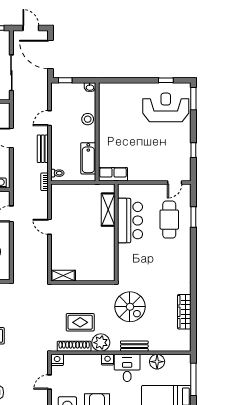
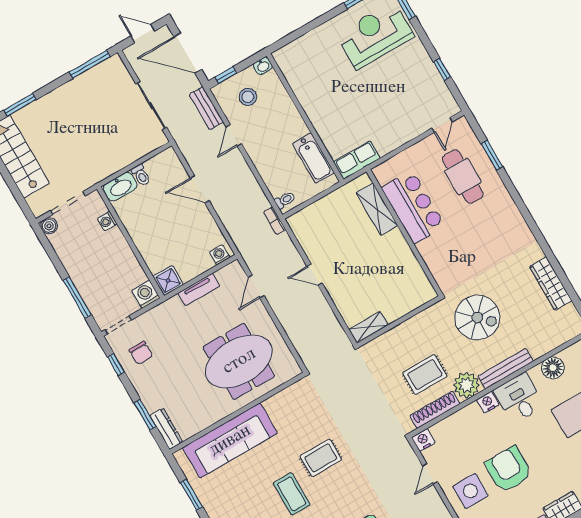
stool: (88, 119) -> (248, 97), moved
bench: (43, 149) -> (206, 108), moved
bench: (134, 346) -> (506, 369), width x1.36

